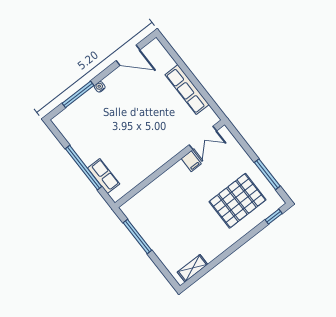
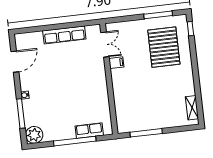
plant: (64, 122) -> (34, 135), added

